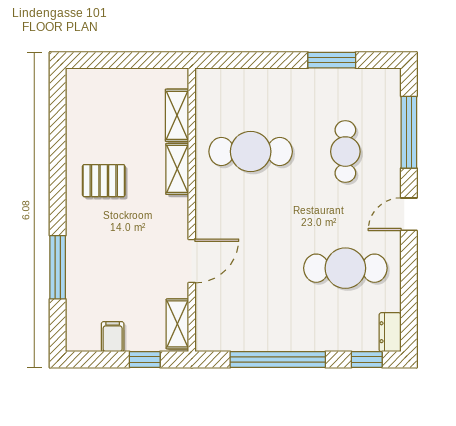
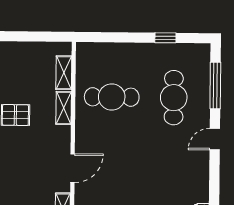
window: (332, 60) -> (165, 38), width x0.67
cafe table: (345, 152) -> (174, 98), width x1.37, depth x1.35
cafe table: (345, 268) -> (173, 174), removed

